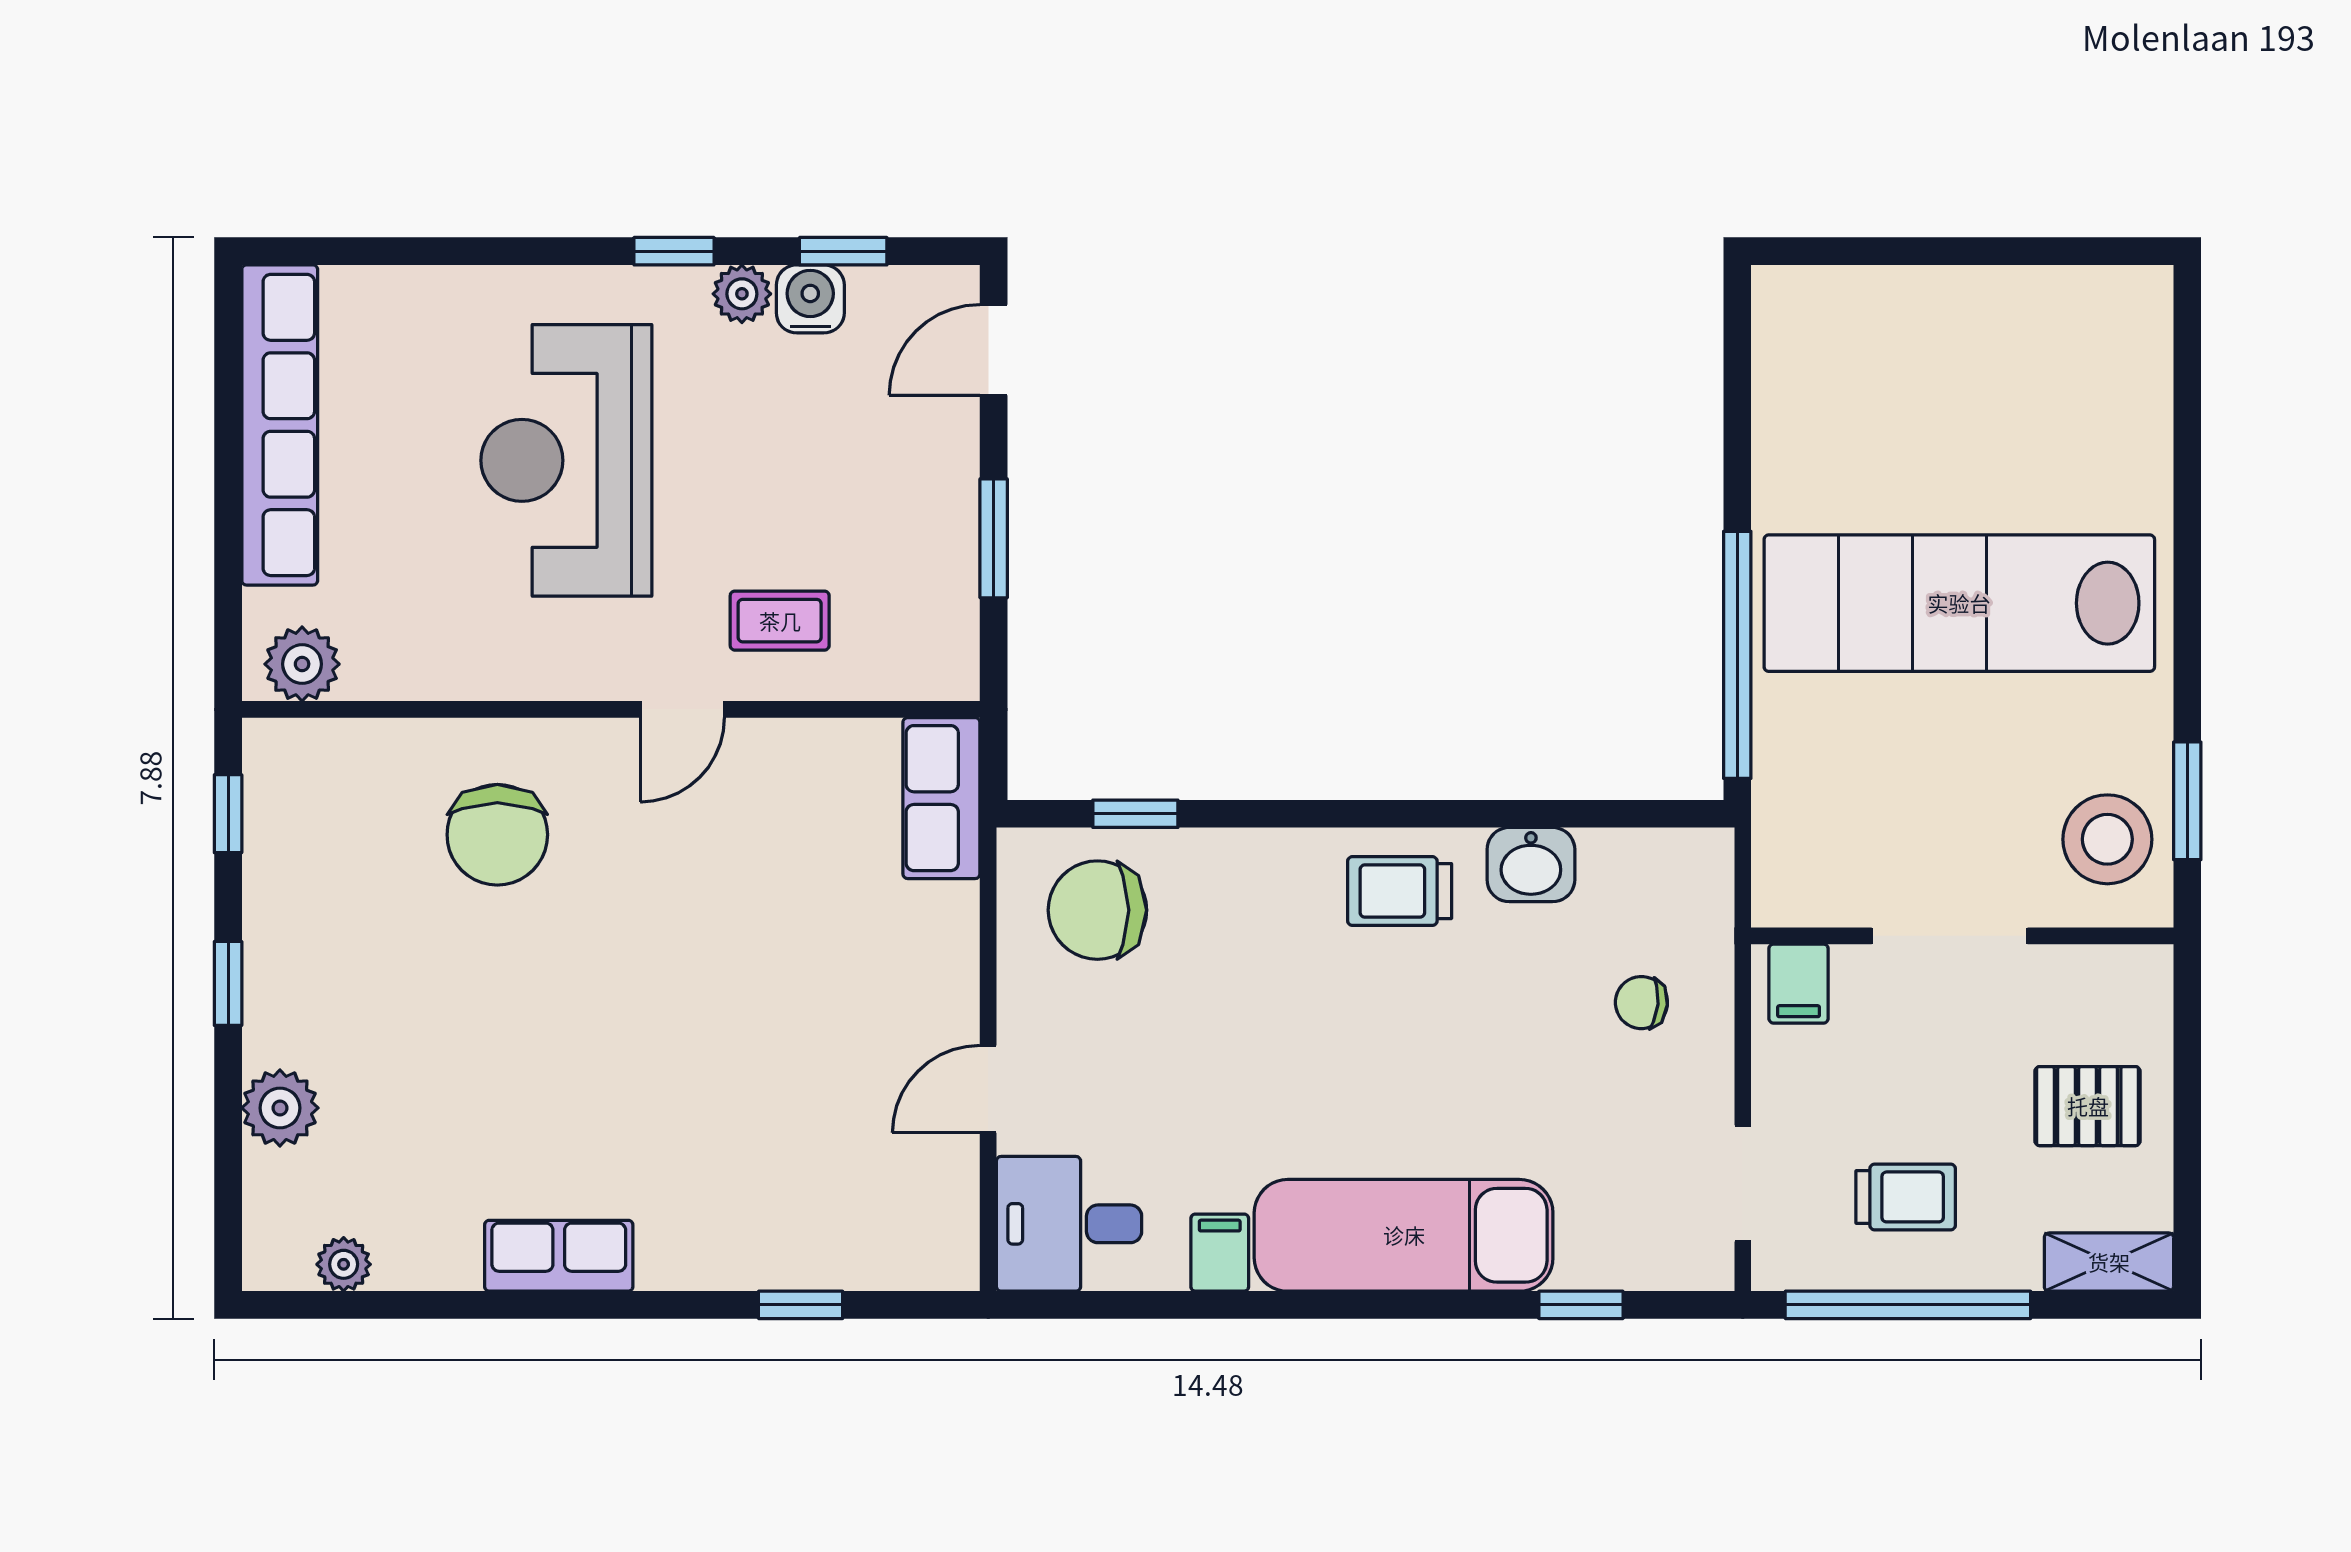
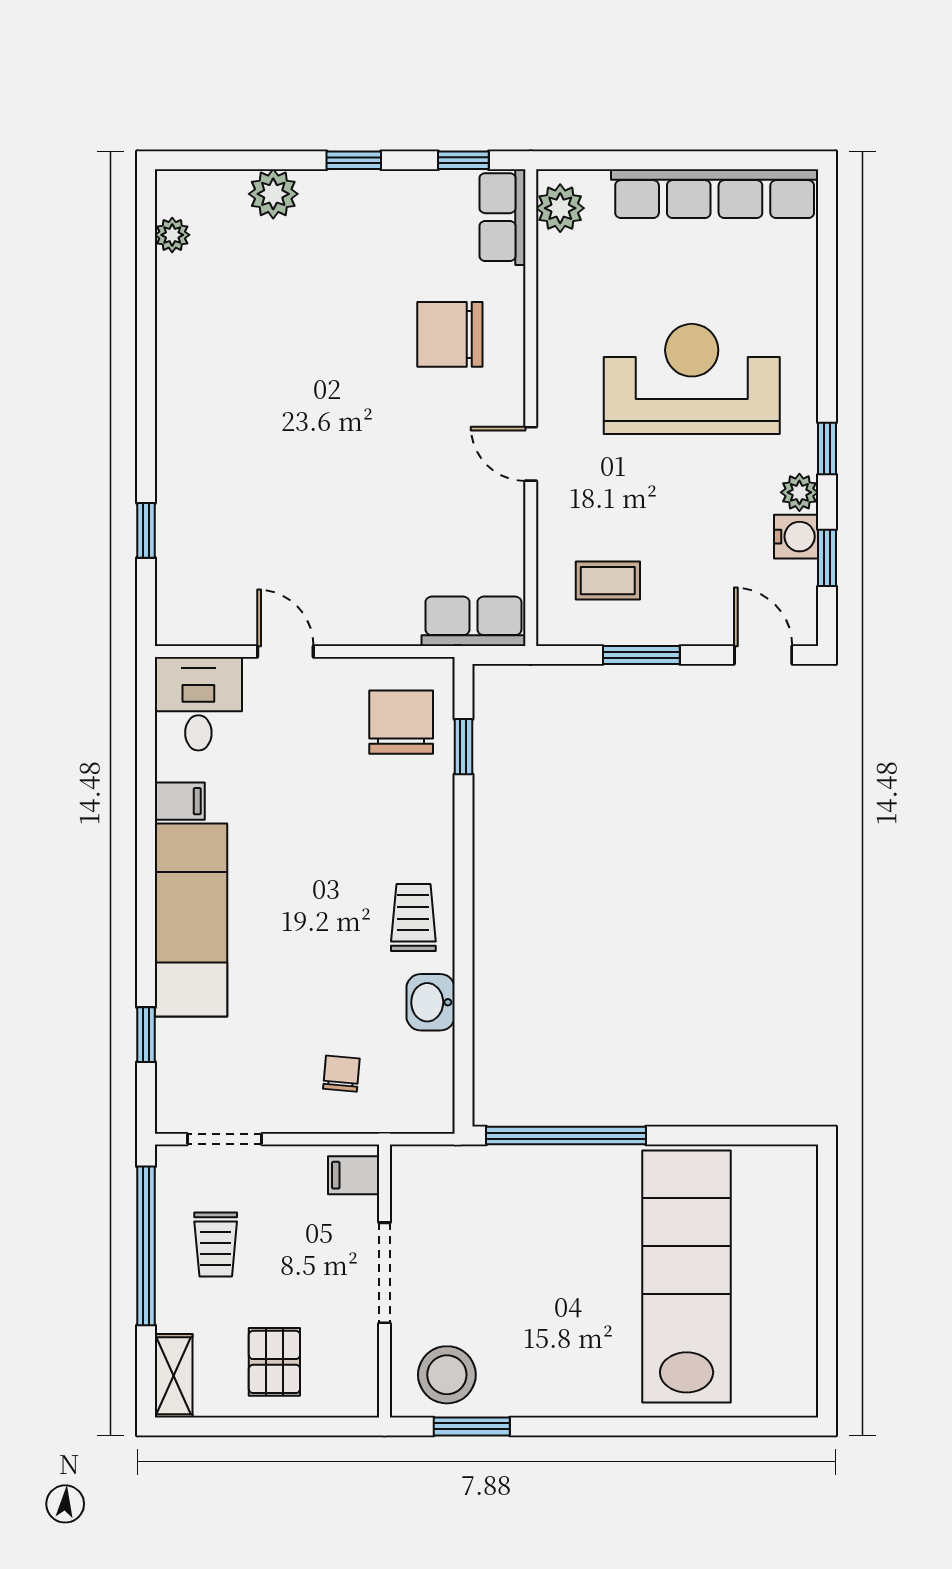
lab bench: (1959, 603) -> (687, 1276), moved
coffee table: (780, 621) -> (608, 581), moved, turned 90
row of seats: (559, 1256) -> (503, 217), moved, turned 180

